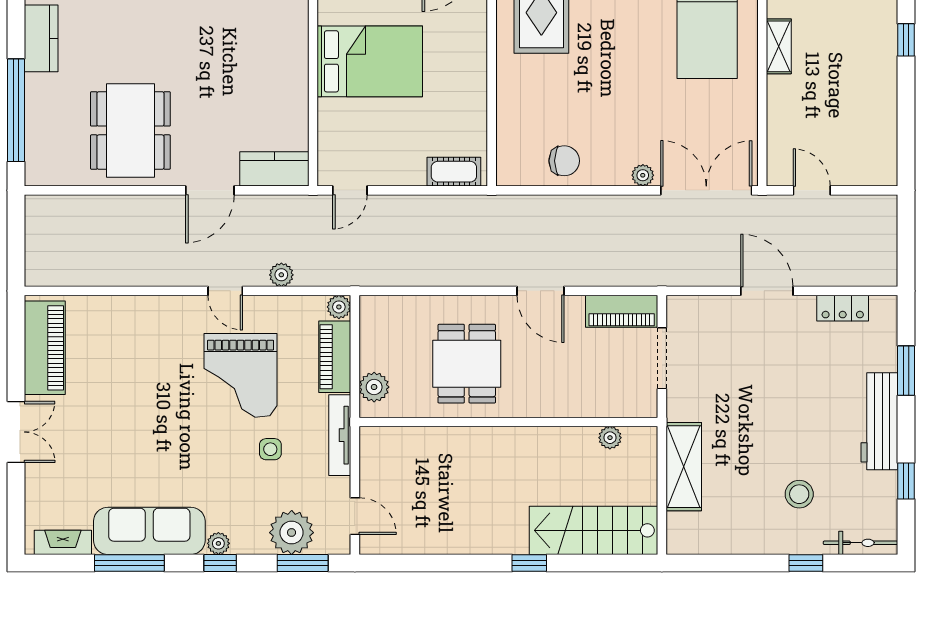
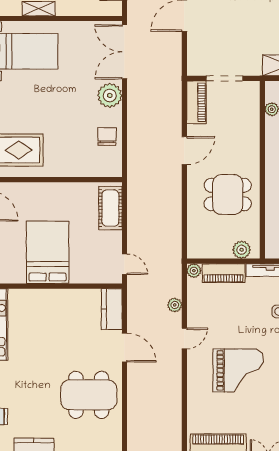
cot: (454, 172) -> (110, 208), width x1.37, depth x1.34
plant: (643, 175) -> (110, 95), width x1.88, depth x1.88
grand piano: (241, 375) -> (238, 370), moved

